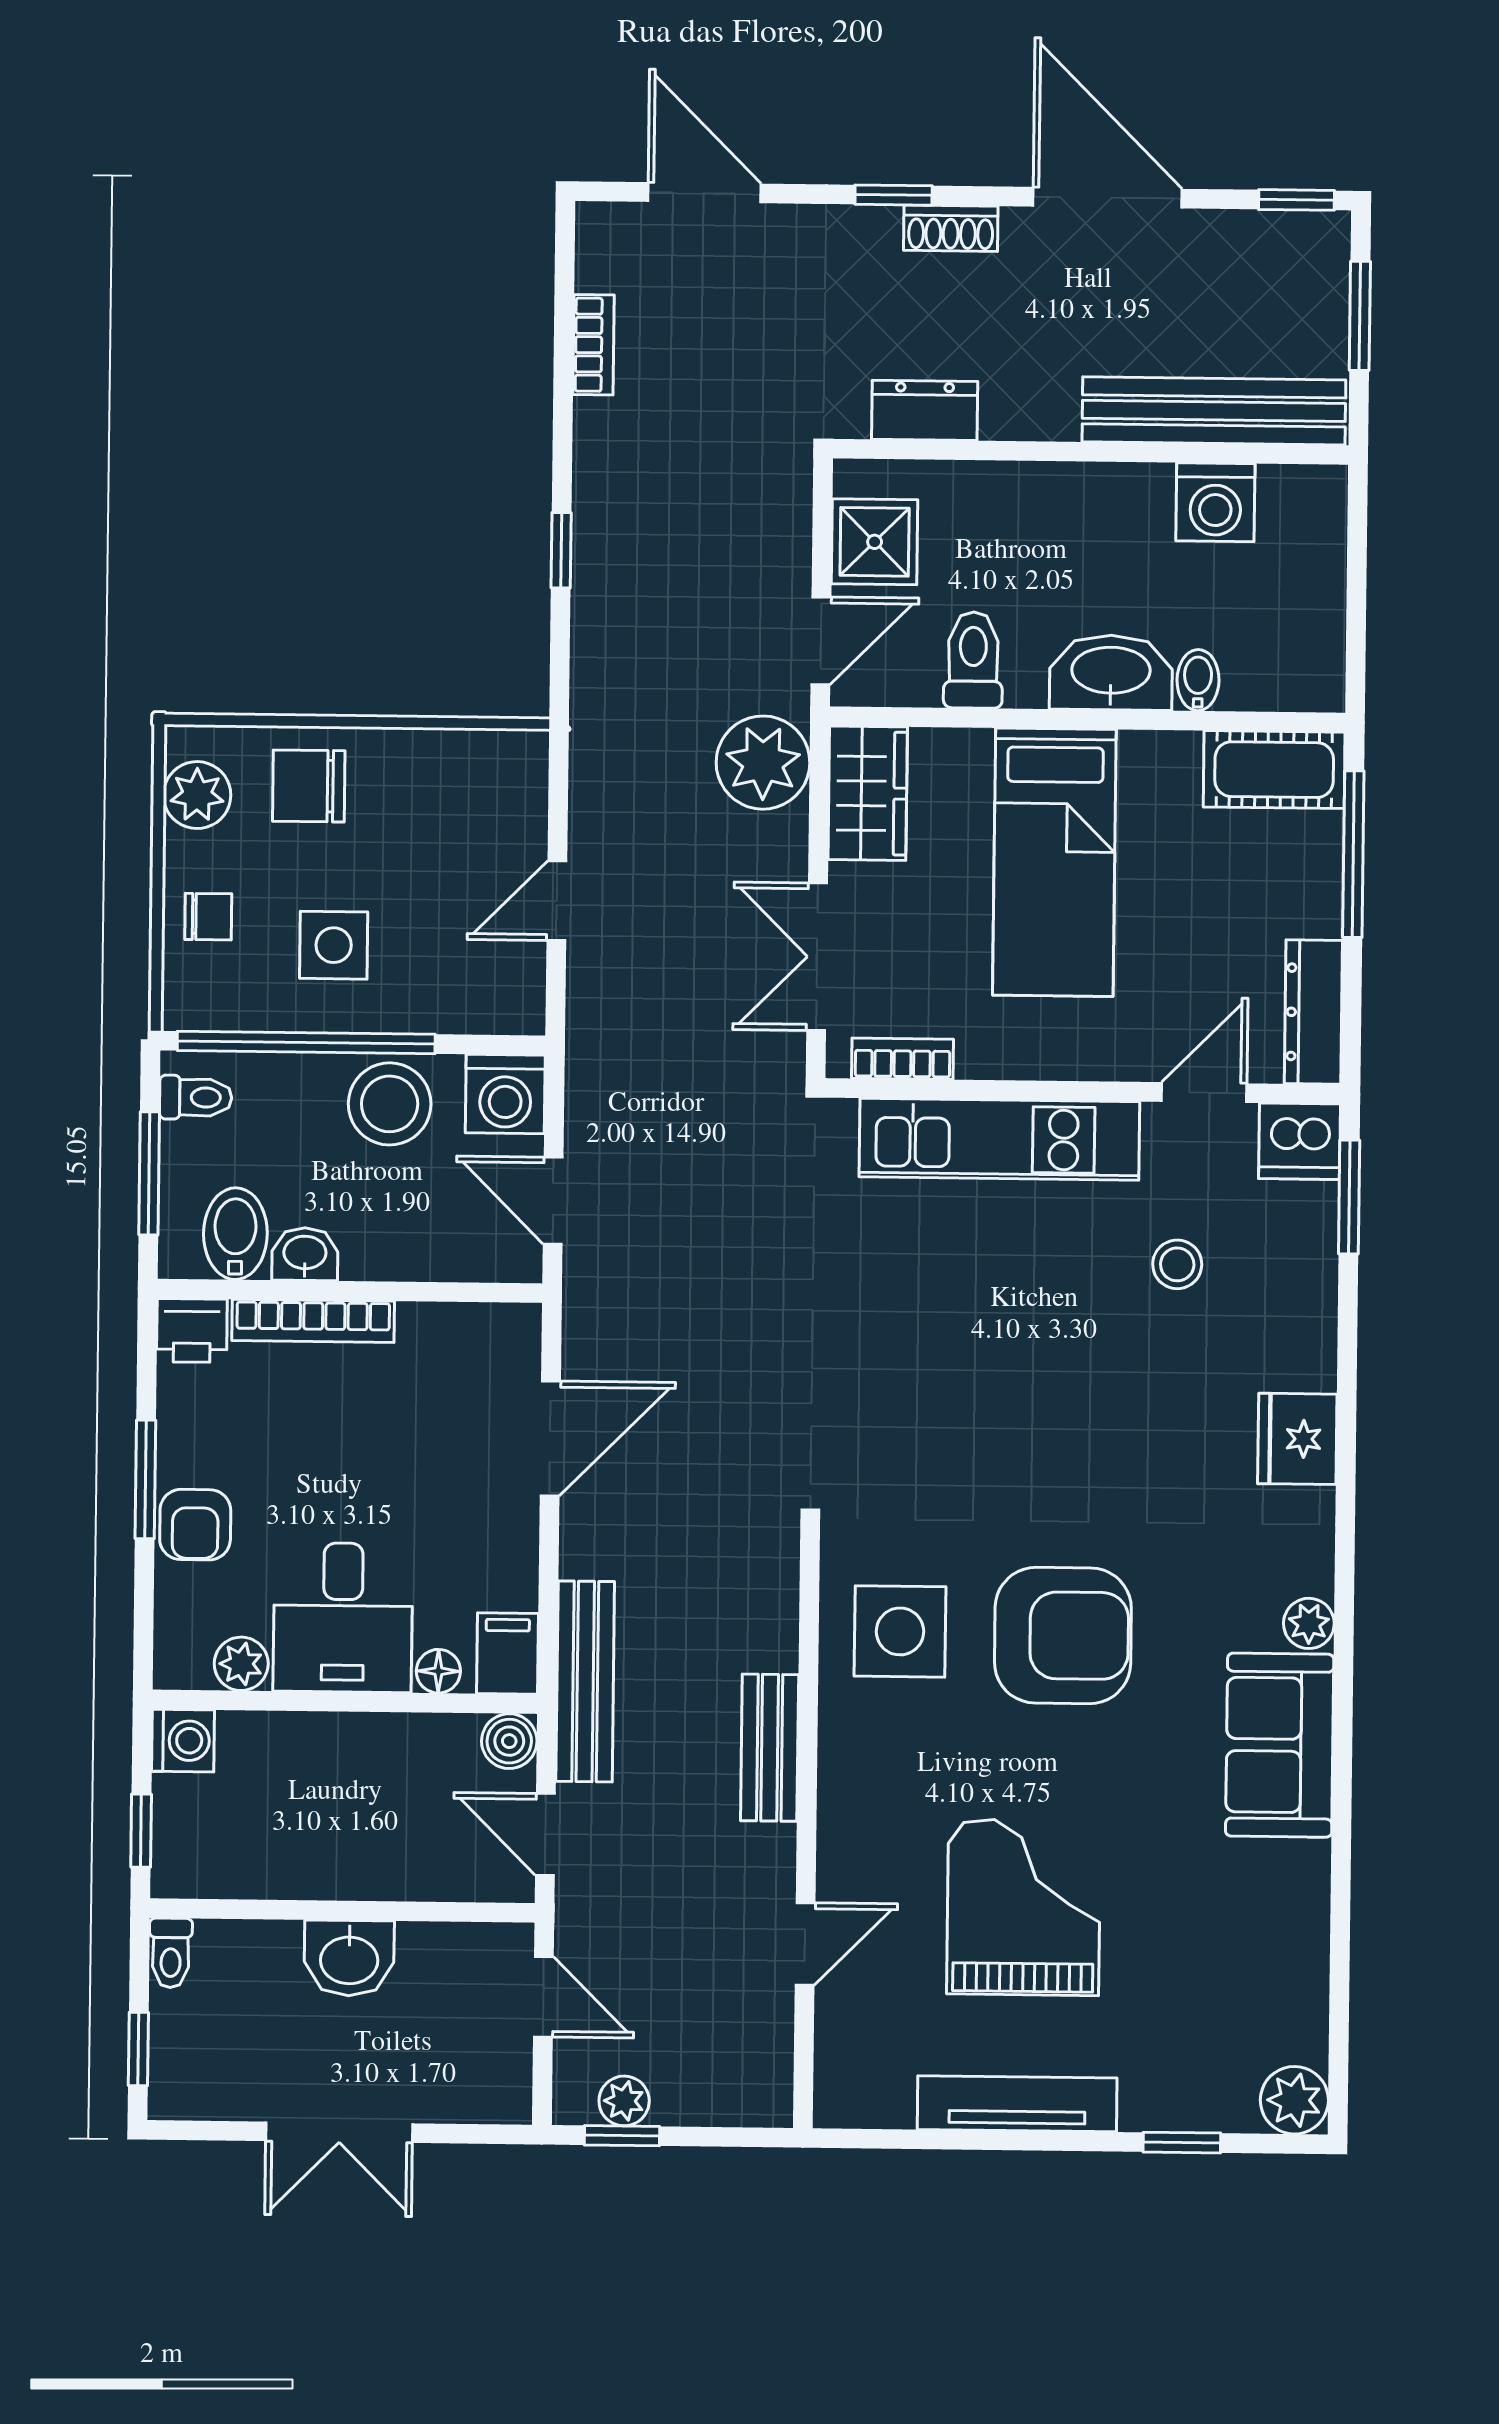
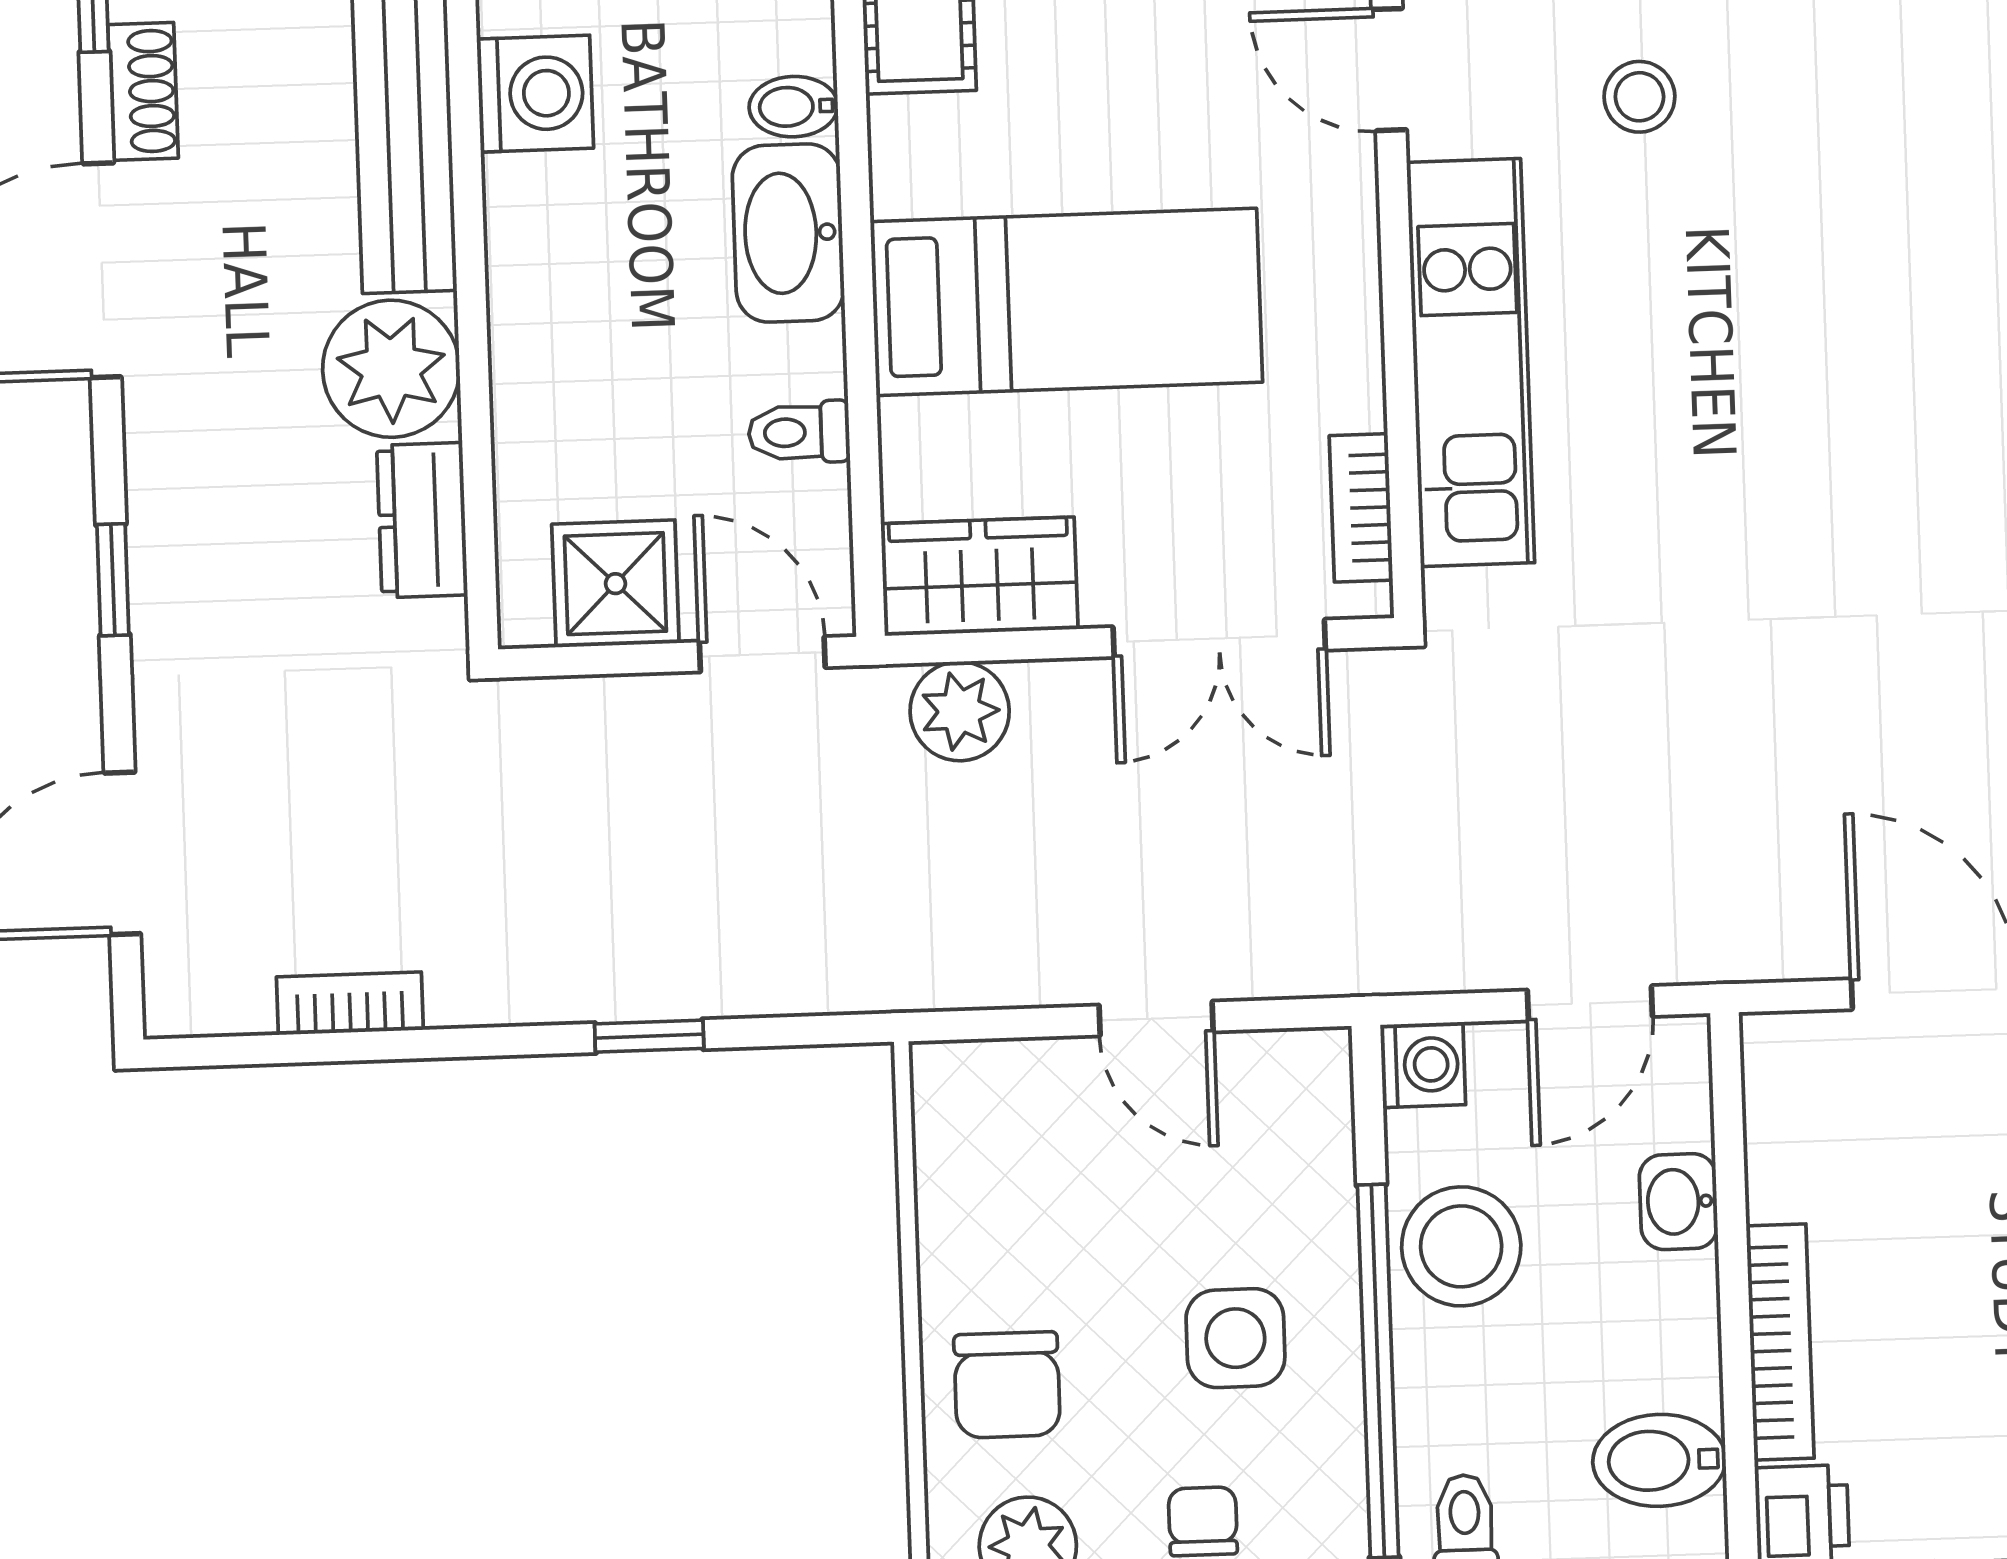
shoe rack: (951, 228) -> (143, 91), moved
plant: (1030, 394) -> (391, 369), added
toilet: (973, 660) -> (799, 432), width x0.73, depth x0.72
plant: (763, 763) -> (960, 711), width x0.73, depth x0.73
washing machine: (505, 1094) -> (1423, 1065), width x0.73, depth x0.73
washbasin: (305, 1254) -> (1678, 1202), moved

